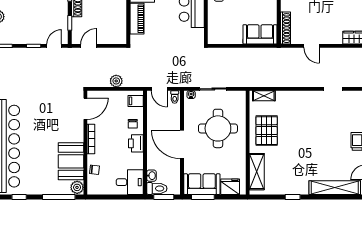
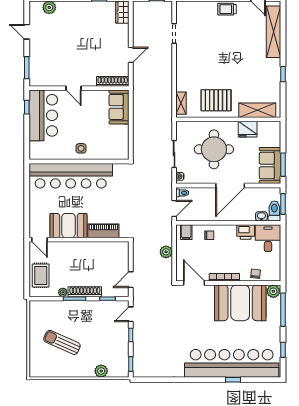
door: (54, 46) -> (131, 314), hinge flipped
door: (89, 46) -> (131, 280), hinge flipped
printer: (136, 143) -> (246, 232), moved
booth: (71, 161) -> (240, 303), width x1.36, depth x1.42
fridge: (230, 187) -> (248, 129), moved, turned -90

